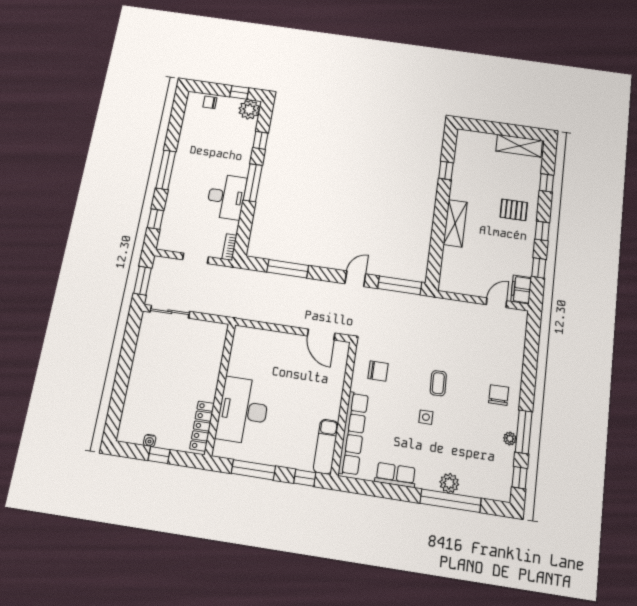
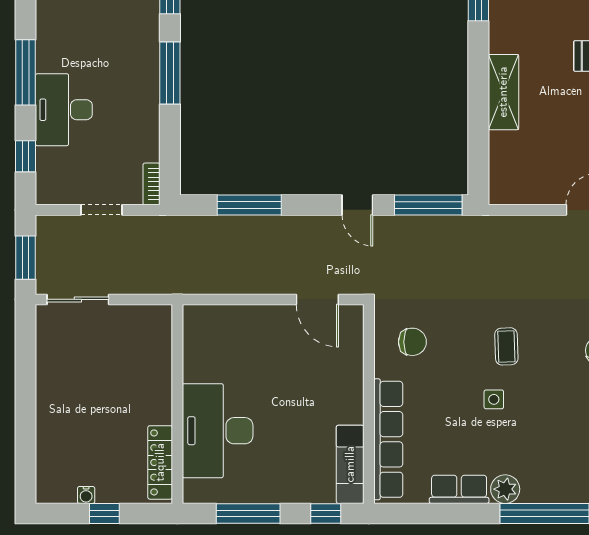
desk: (226, 197) -> (64, 110), moved, turned 180
door: (355, 279) -> (357, 205), swing flipped
plant: (449, 483) -> (505, 489), moved

